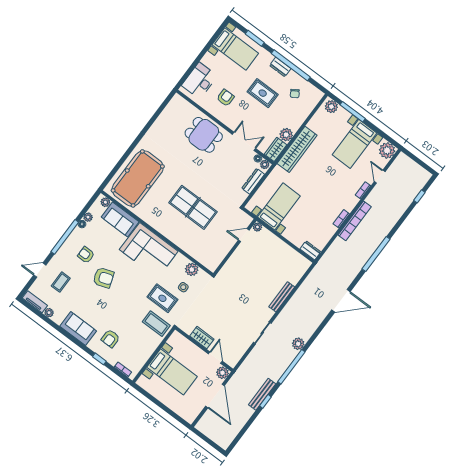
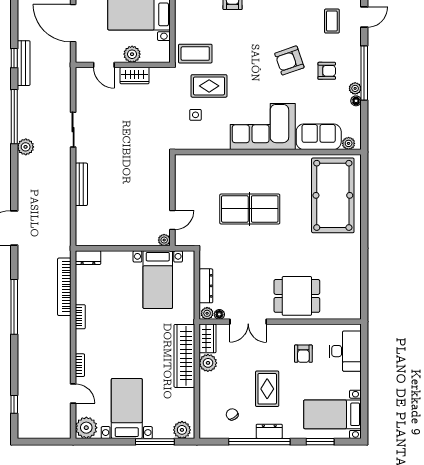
rug: (263, 93) -> (267, 389), turned 90
plant: (88, 217) -> (355, 88), moved
bookcase: (355, 221) -> (64, 287), moved
plant: (192, 269) -> (201, 141), removed
plant: (222, 373) -> (132, 54), moved

